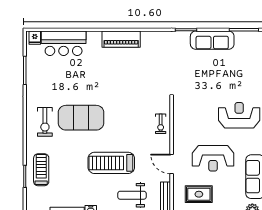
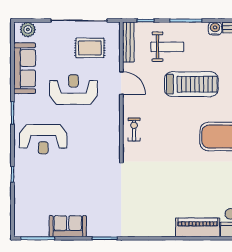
piano: (121, 39) -> (198, 227), moved
sofa: (212, 40) -> (68, 226), width x0.73

